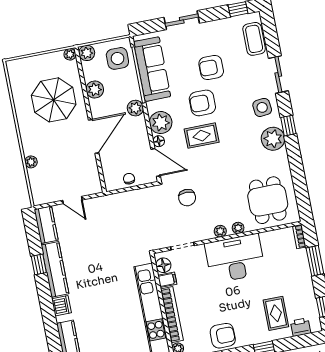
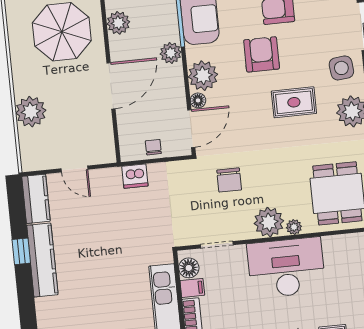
armchair: (202, 103) -> (262, 54), turned 90
rug: (202, 136) -> (294, 102), moved
plant: (31, 162) -> (31, 112), width x1.87, depth x1.87
door: (156, 162) -> (191, 129), hinge flipped
plant: (220, 231) -> (269, 222), width x1.88, depth x1.88
dishwasher: (61, 306) -> (135, 176), moved, turned 90

